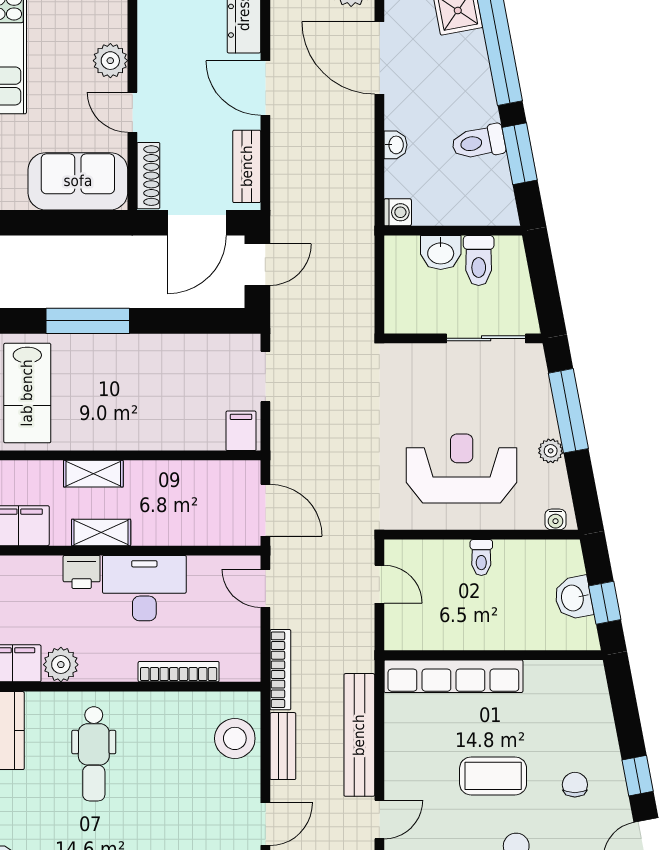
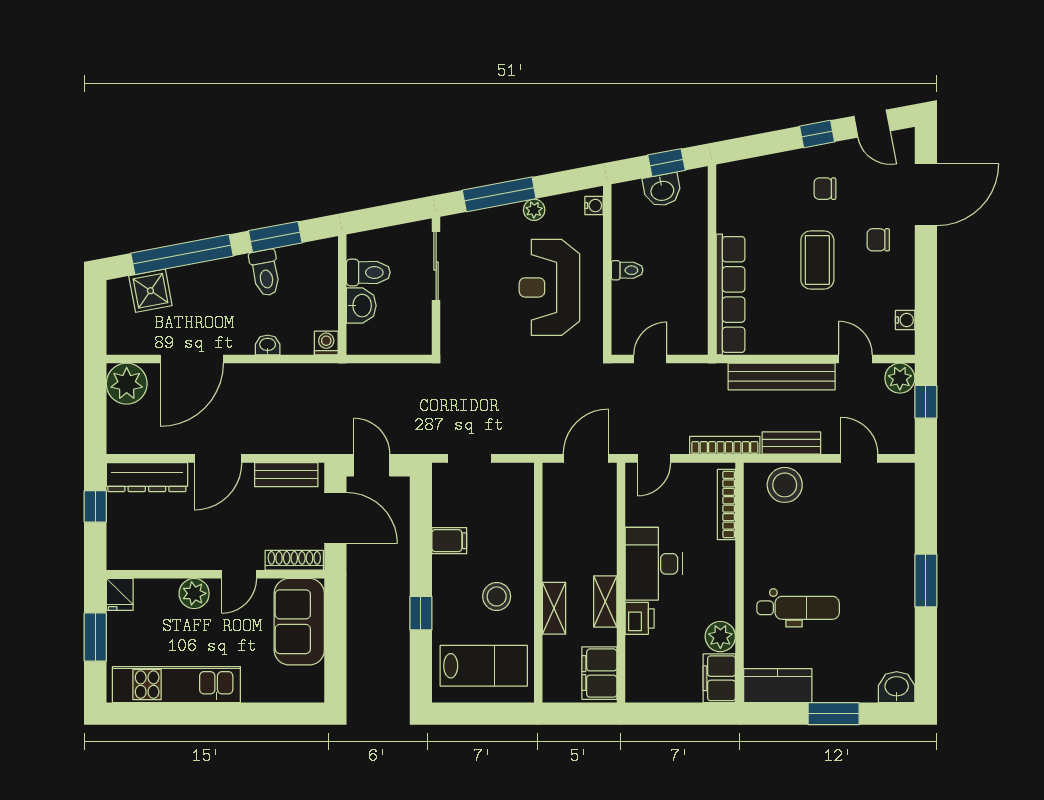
window: (88, 321) -> (421, 613), width x0.46
stool: (107, 408) -> (497, 596), added
filing cabinet: (241, 431) -> (449, 541), moved, turned 180
bookcase: (179, 672) -> (726, 504), moved

